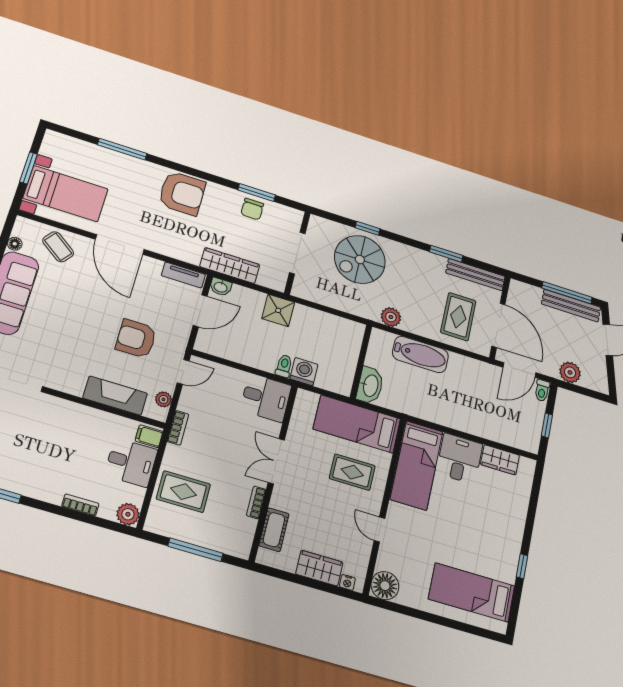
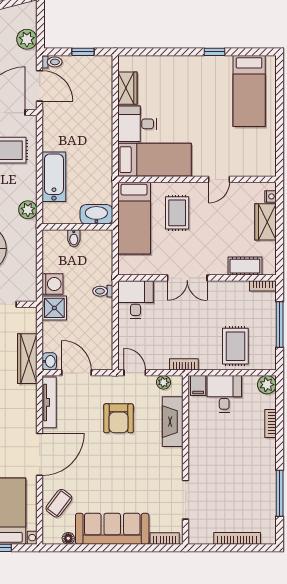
tv unit: (183, 275) -> (49, 402), width x1.41
bidet: (349, 354) -> (74, 238), added
washing machine: (304, 372) -> (53, 284), moved, turned 180
bookcase: (256, 502) -> (263, 286), moved
floor lamp: (385, 586) -> (264, 165), removed

